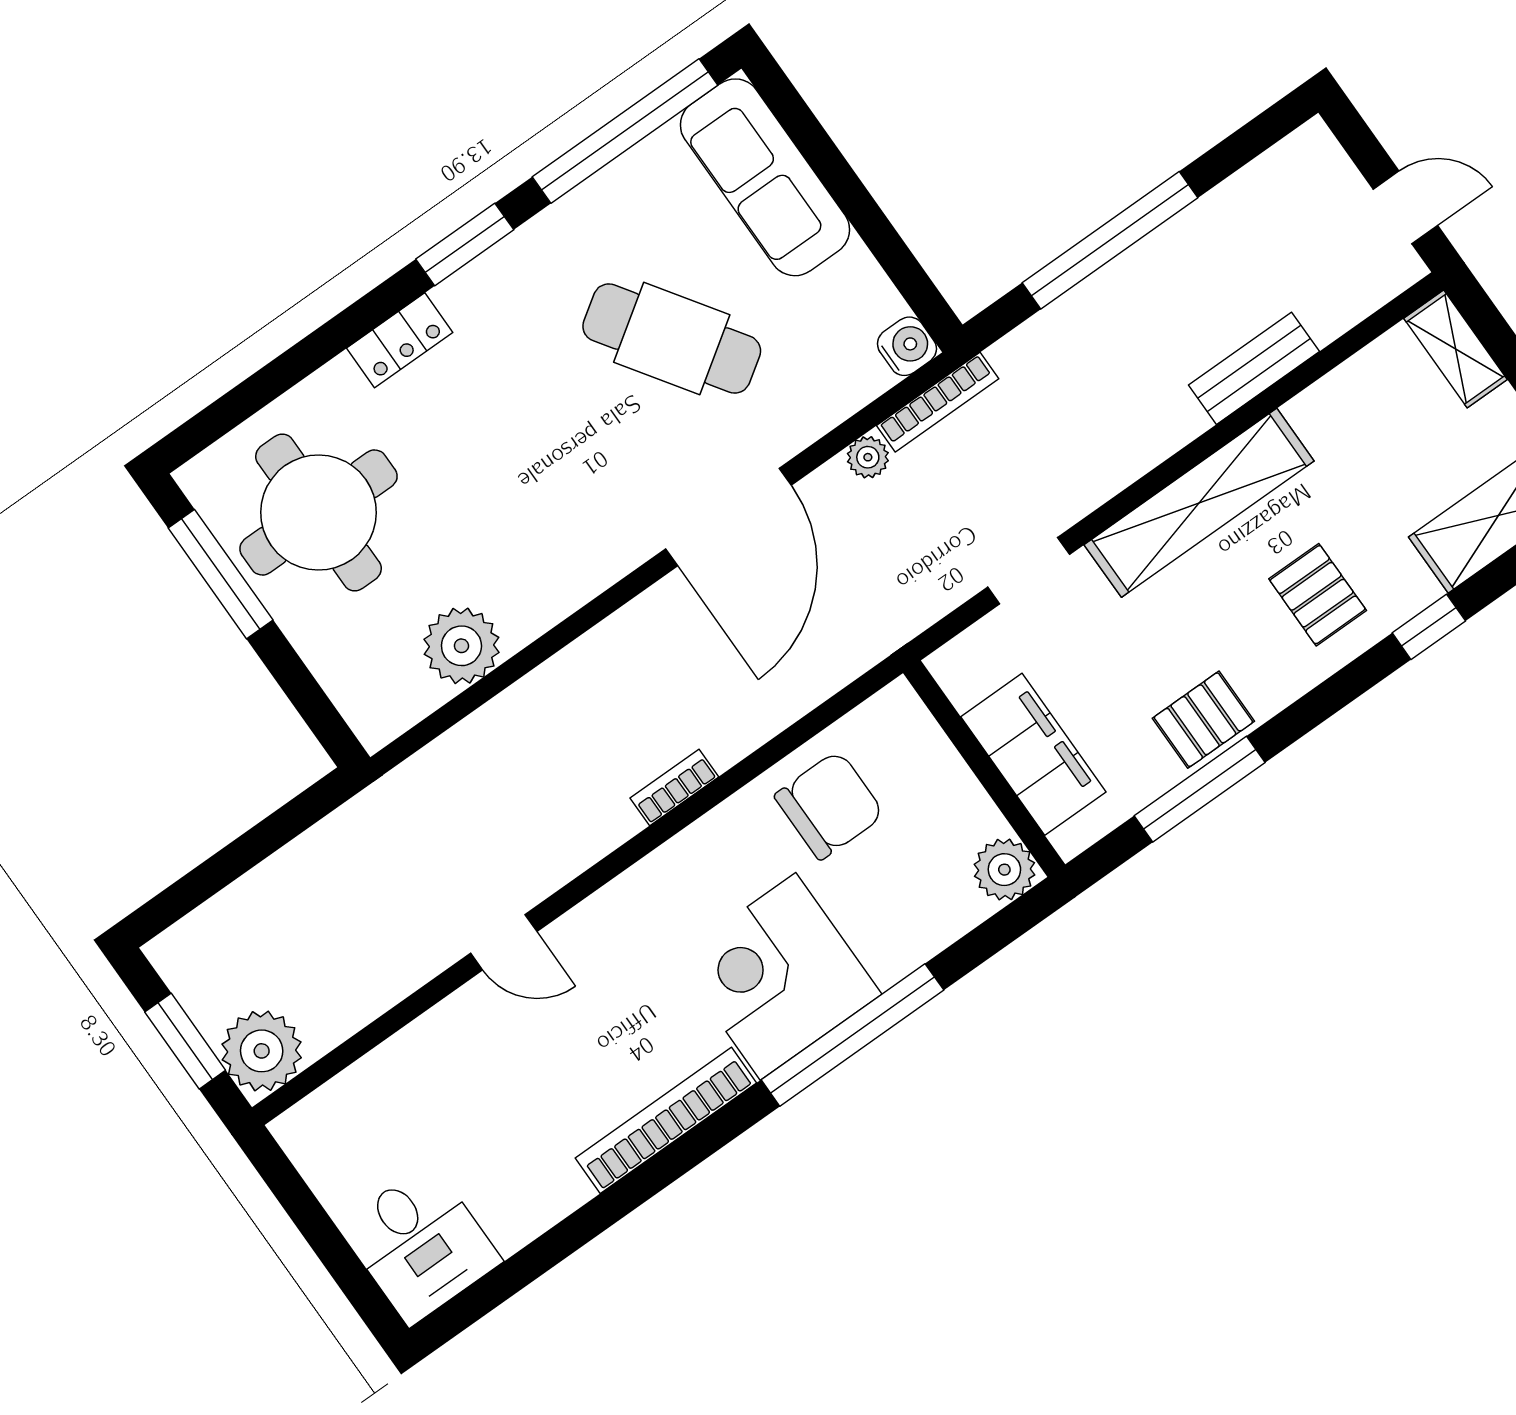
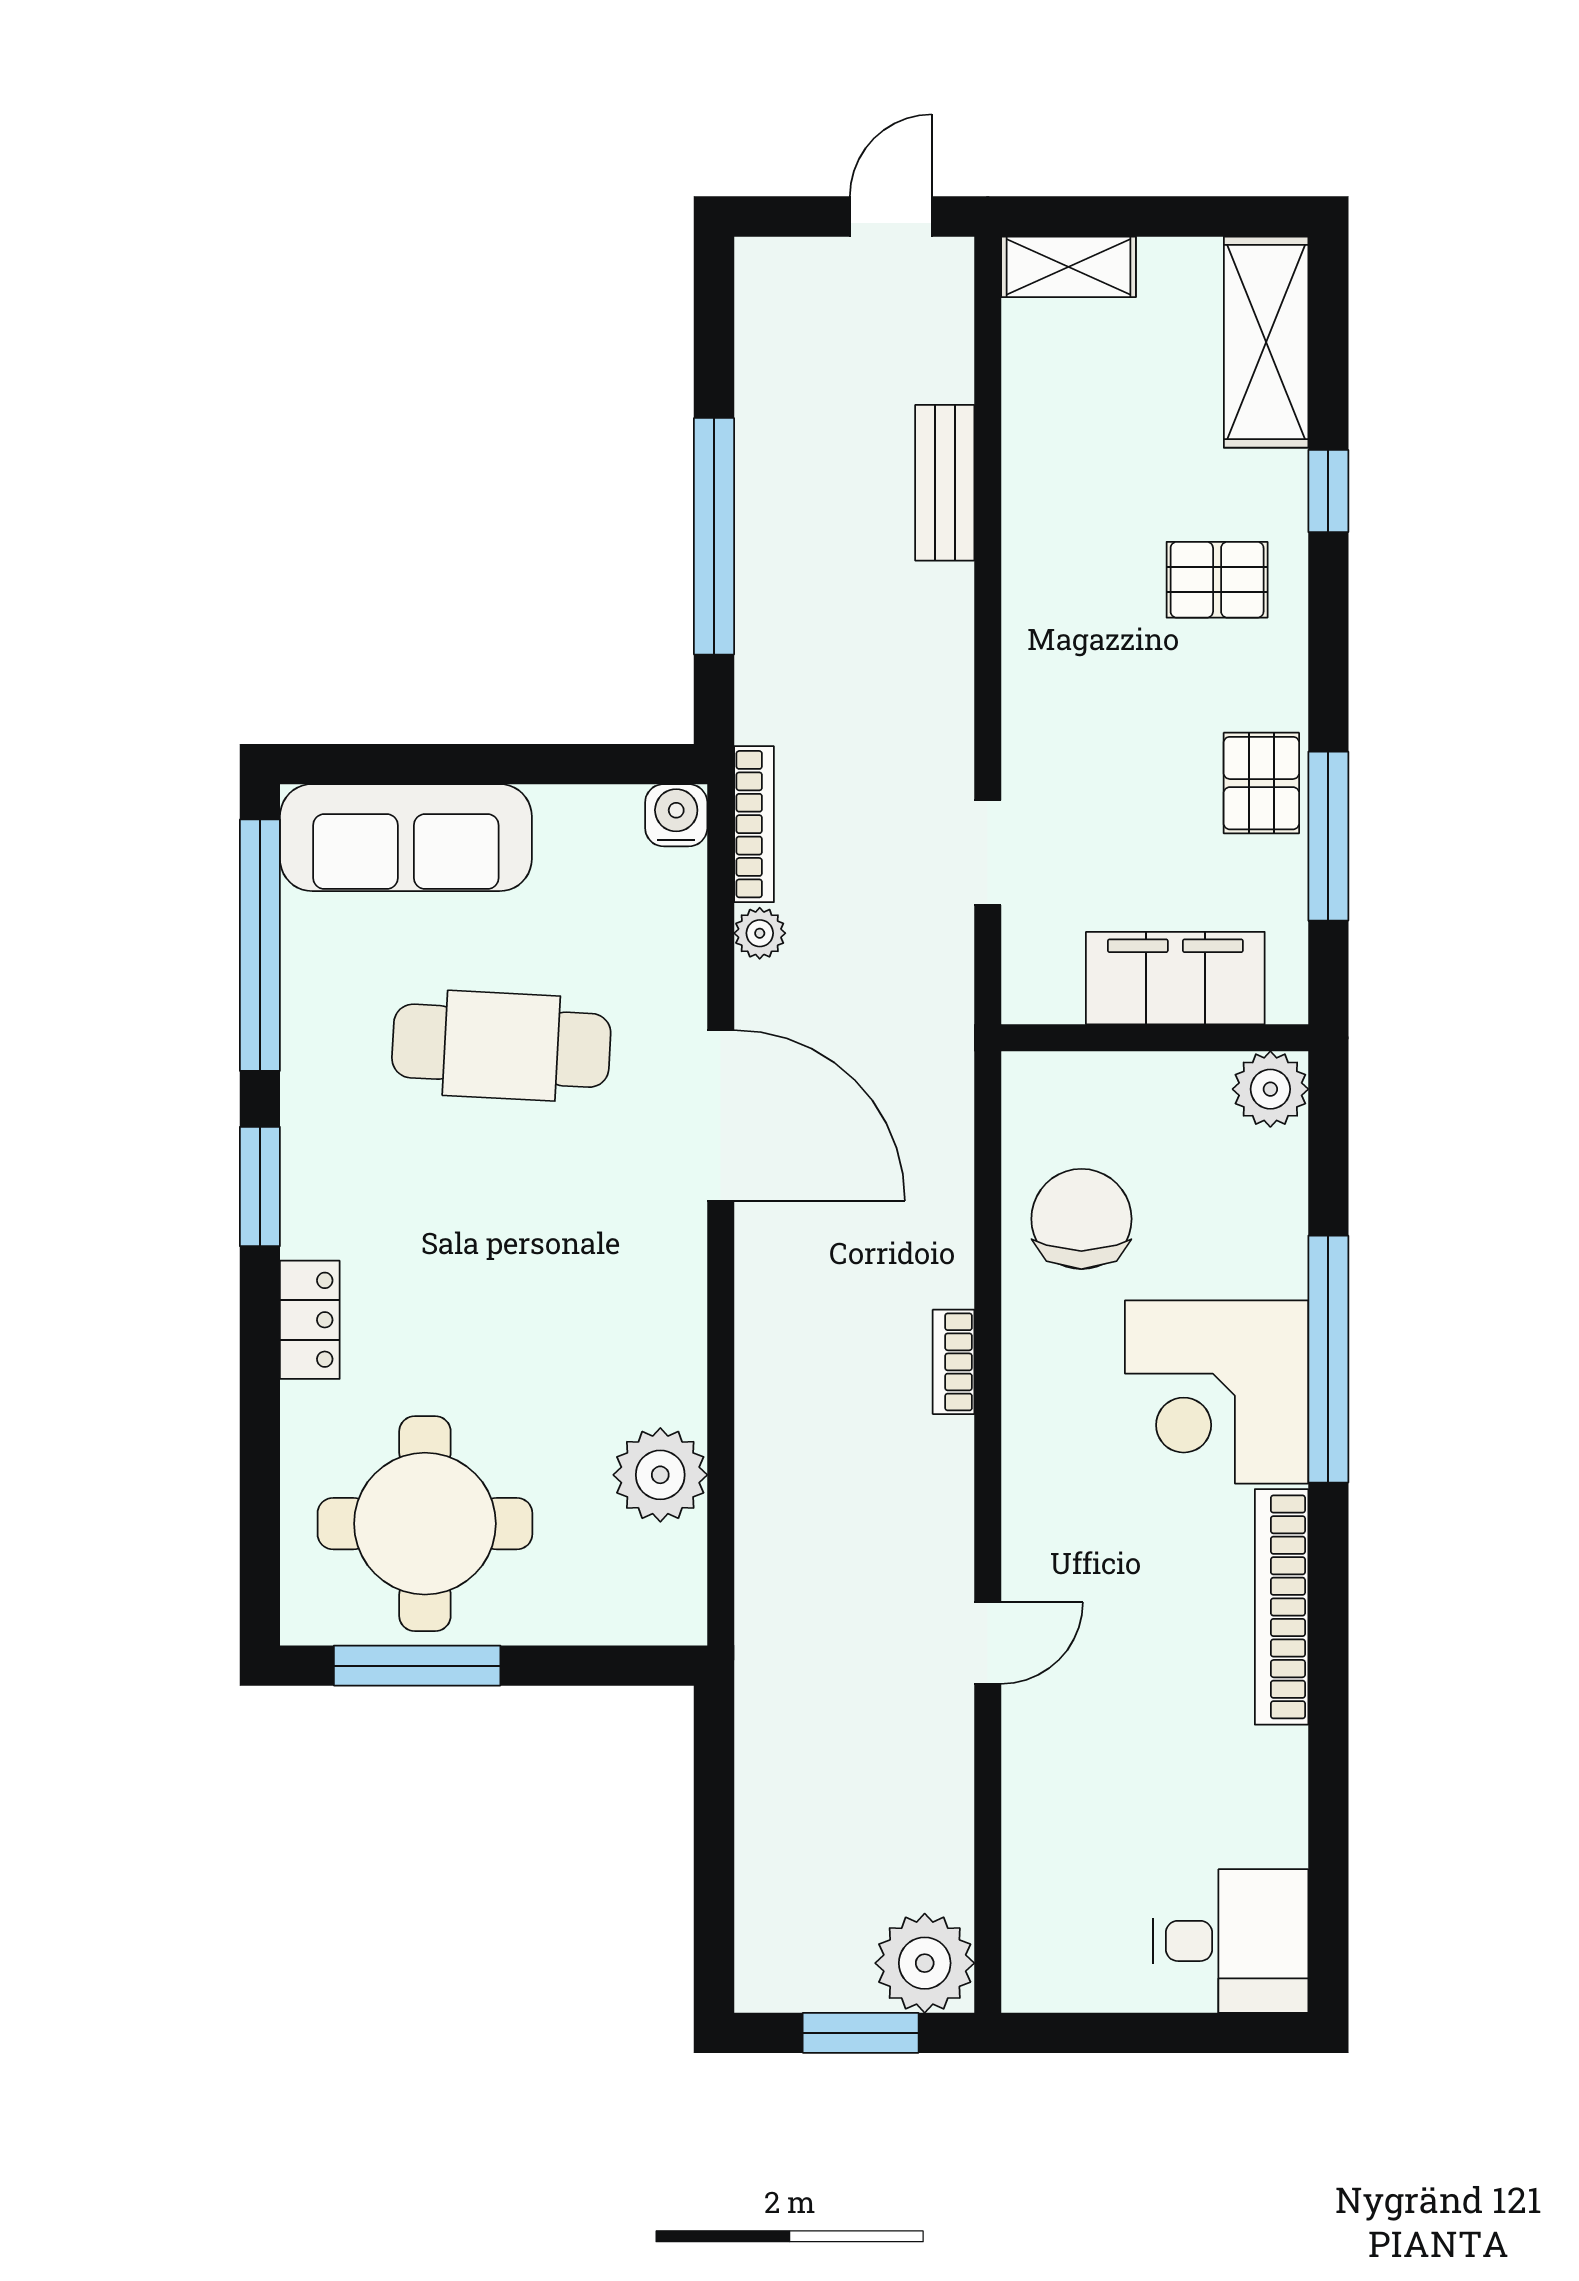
cafe table: (672, 339) -> (501, 1046), turned 37
shelving: (1199, 503) -> (1041, 633), removed

